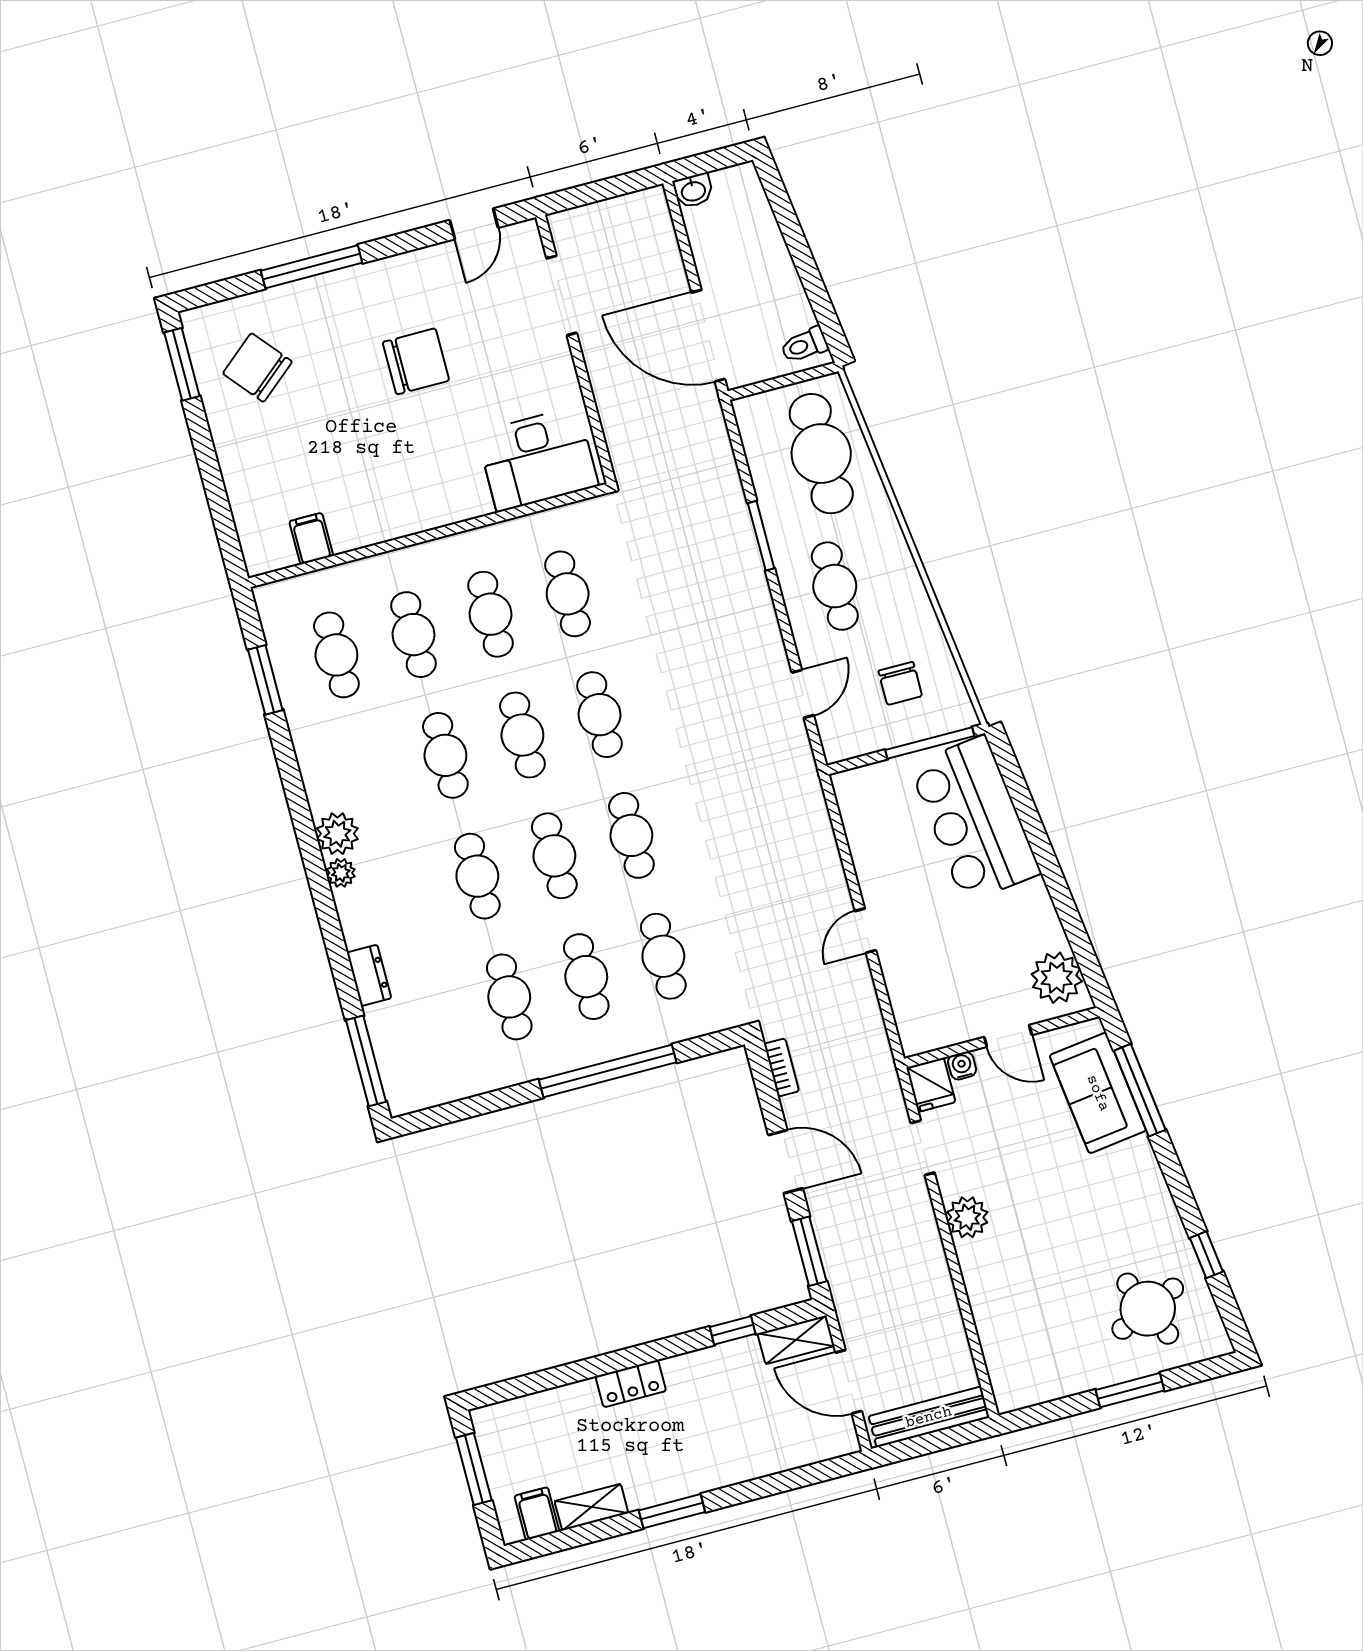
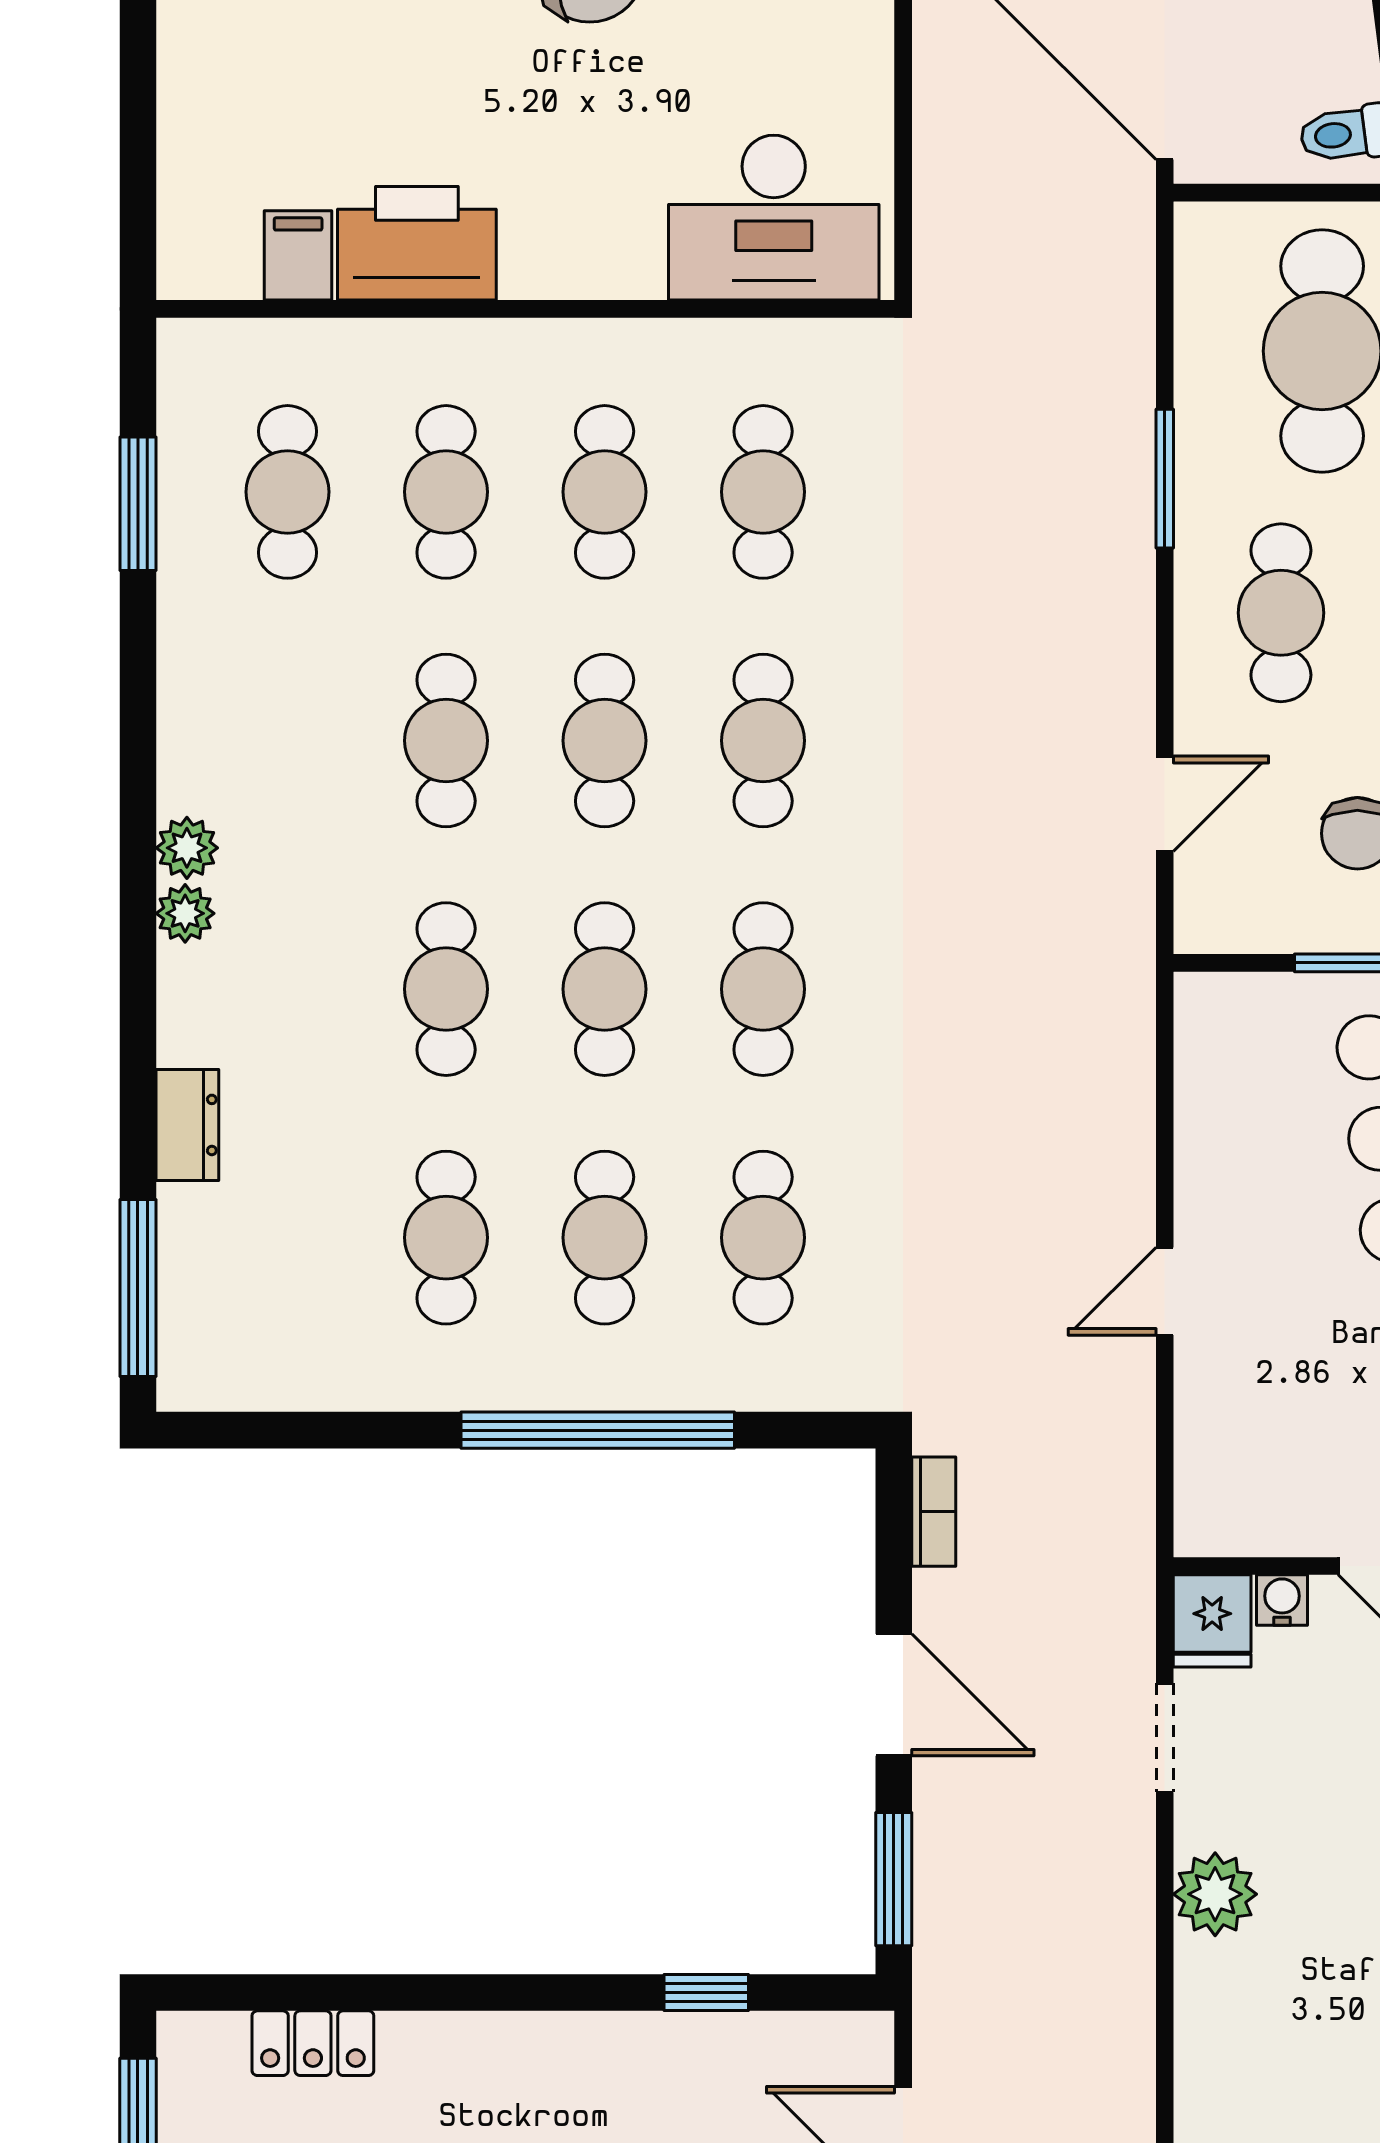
printer: (367, 517) -> (417, 243), added
plant: (337, 834) -> (187, 848), width x0.73, depth x0.73
shelving: (796, 1340) -> (823, 2043), removed
locker: (631, 1384) -> (313, 2043), moved

